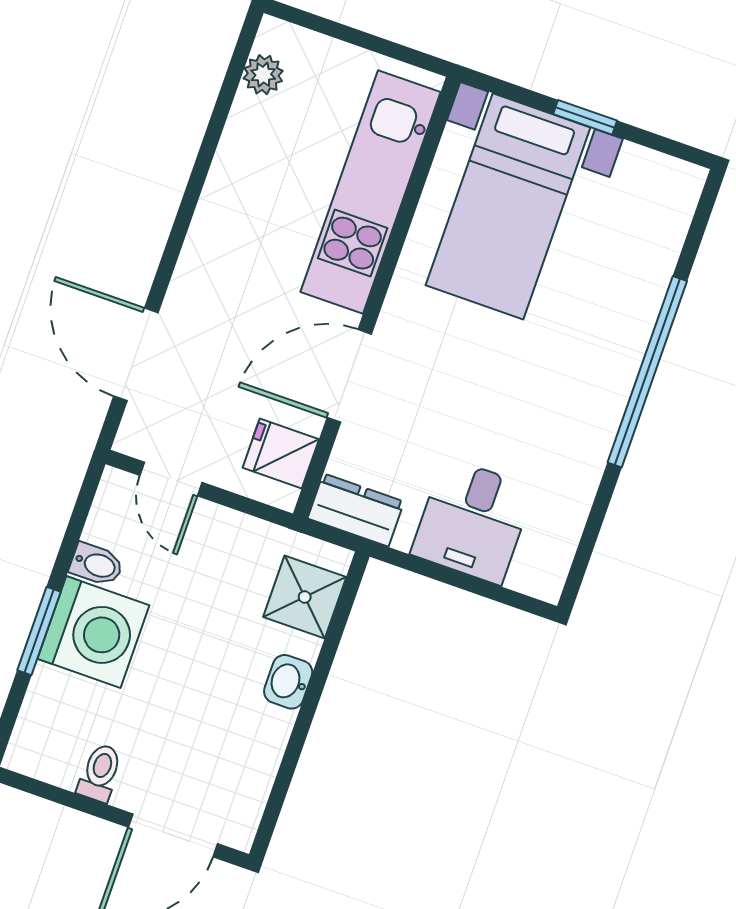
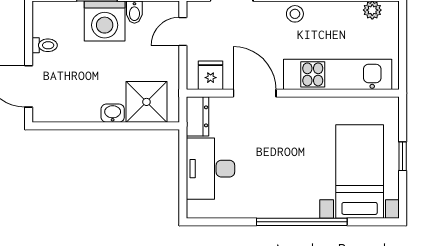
bed with nightstands: (508, 206) -> (360, 171), moved, turned 90
stool: (215, 236) -> (295, 14), added
desk: (472, 521) -> (210, 169), width x1.37
shower: (305, 597) -> (146, 102), width x1.36, depth x1.36

